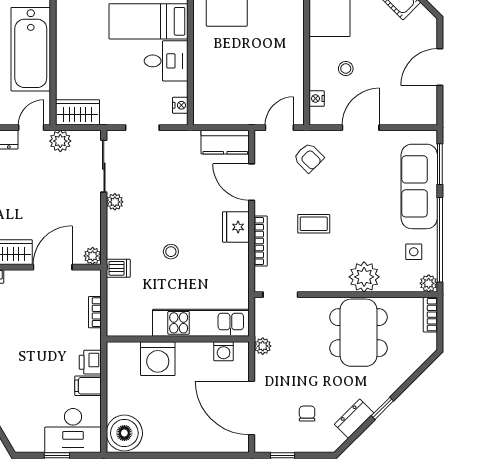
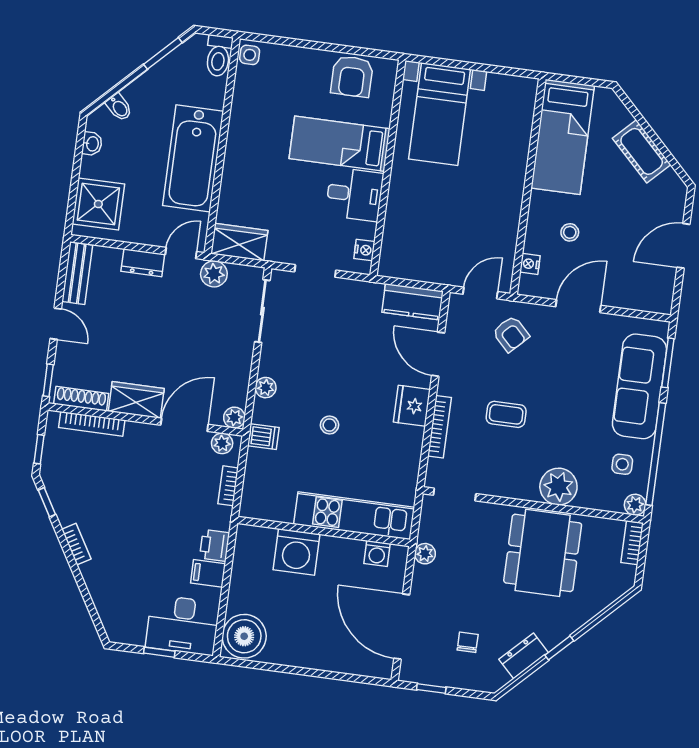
plant: (115, 202) -> (266, 388), moved
plant: (85, 278) -> (222, 443), added

